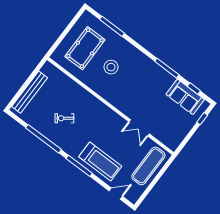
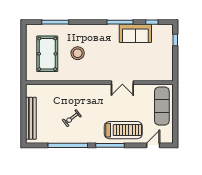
sofa: (185, 97) -> (135, 33), moved
double door: (139, 128) -> (122, 83), moved

